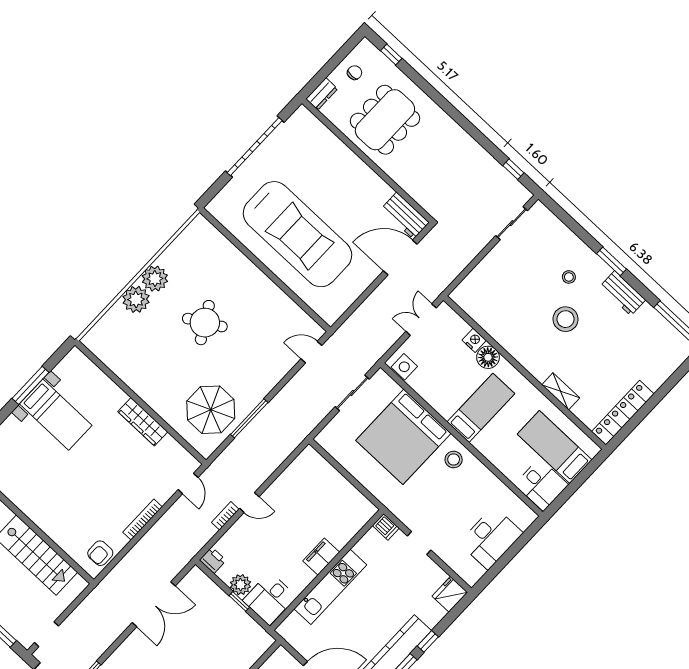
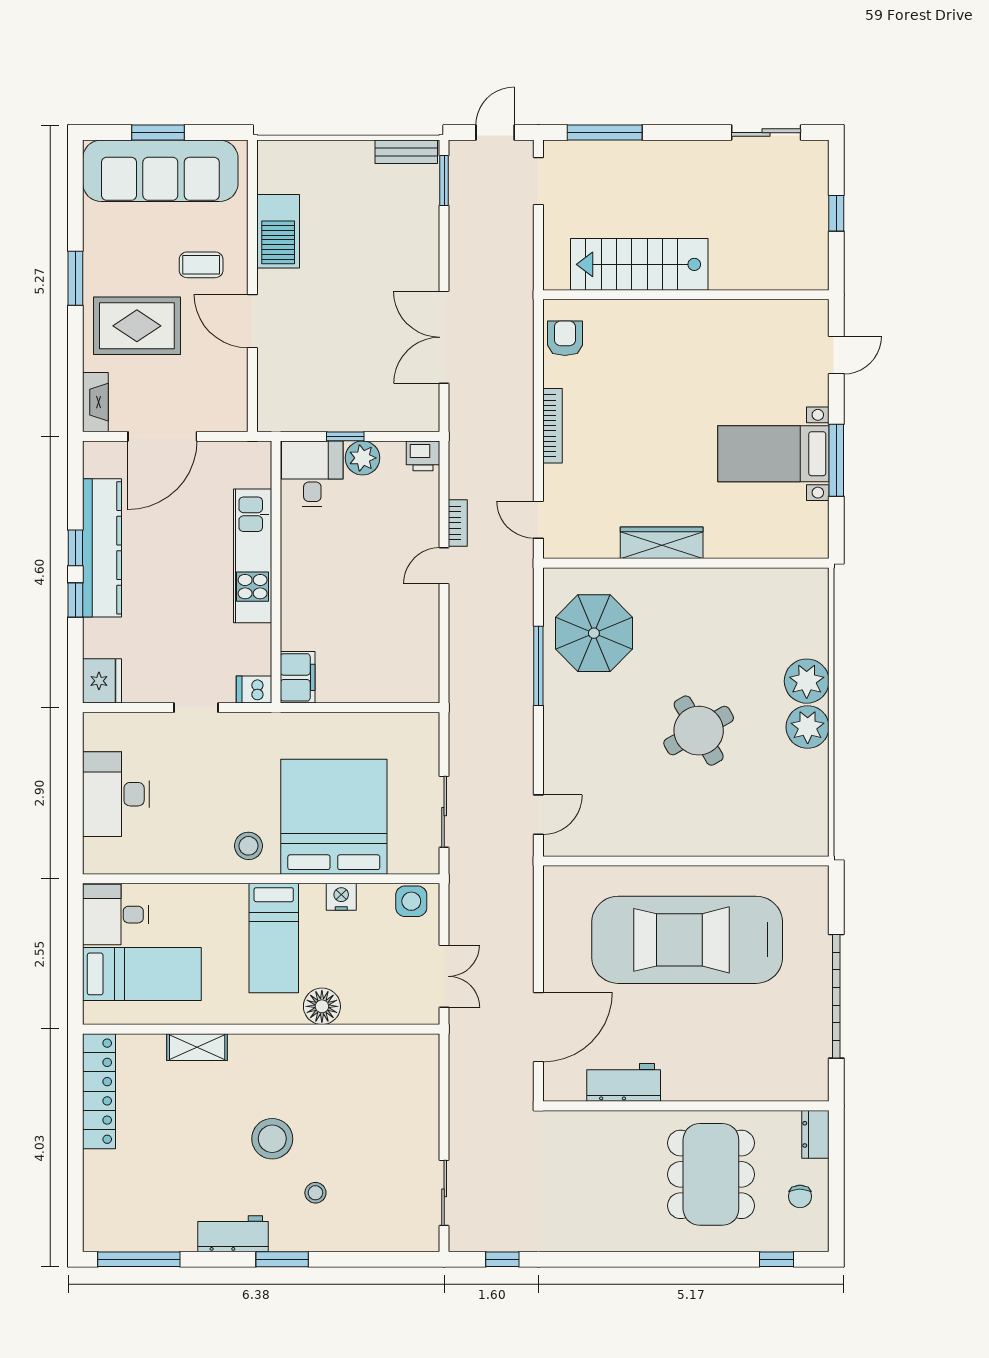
workbench: (405, 216) -> (624, 1082), moved
nightstand: (474, 340) -> (341, 897), moved, turned 180
filing cabinet: (321, 557) -> (298, 677), moved

